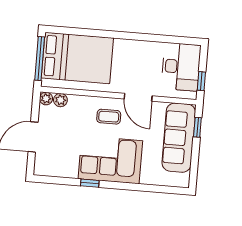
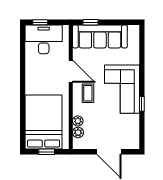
window: (40, 59) -> (47, 152), width x0.46
window: (201, 81) -> (40, 22), moved
door: (138, 97) -> (71, 71), hinge flipped
plant: (46, 99) -> (78, 121), moved

